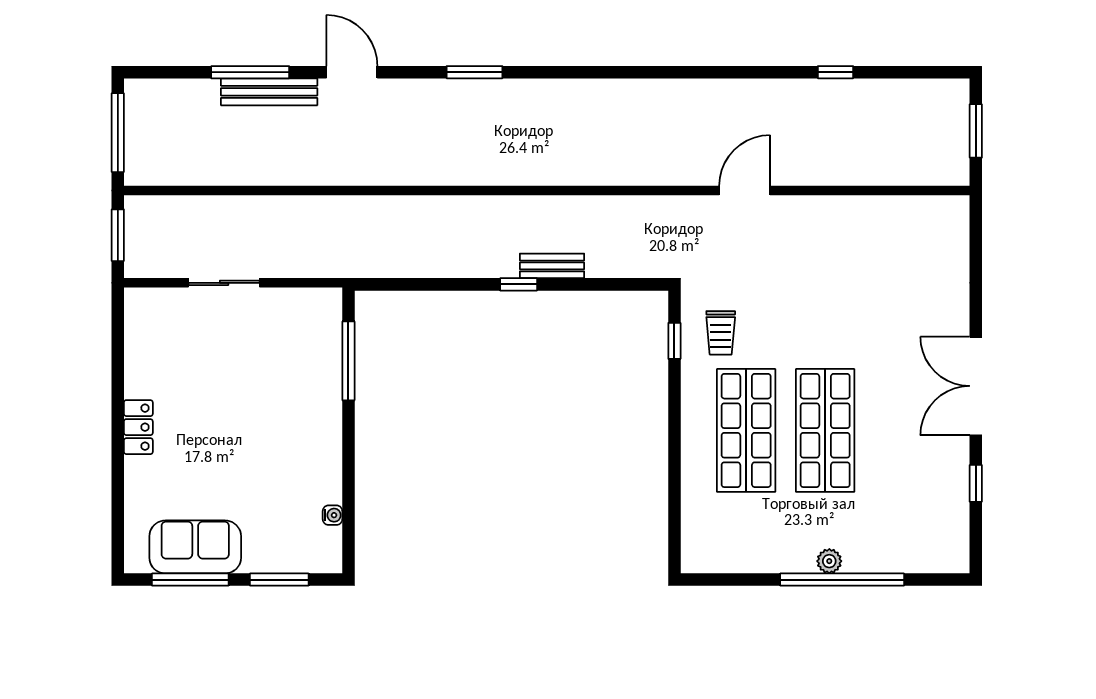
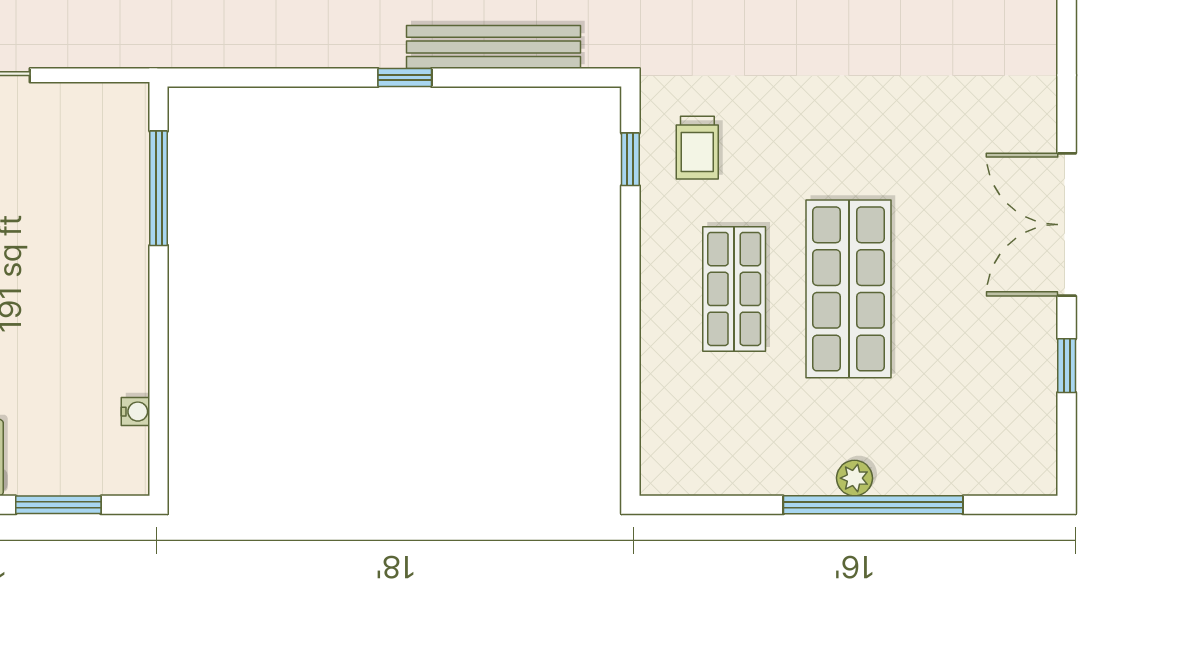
bench: (552, 266) -> (493, 47), width x1.86, depth x1.21
shop shelf: (746, 430) -> (734, 289), width x0.70, depth x0.74

